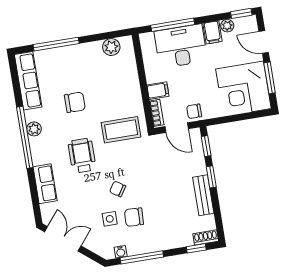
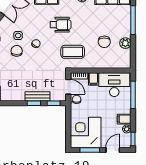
desk: (181, 46) -> (114, 85), moved, turned -90
plant: (111, 47) -> (125, 43), moved
chair: (75, 102) -> (104, 42), moved
door: (177, 128) -> (68, 87), swing flipped
coffee table: (121, 130) -> (73, 52), turned 90
bench: (203, 195) -> (38, 96), moved

